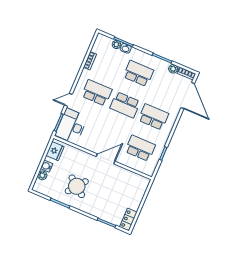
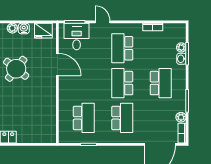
school desk: (97, 93) -> (122, 48), turned 180
desk: (71, 126) -> (77, 37), width x0.73
door: (106, 159) -> (57, 64), moved

